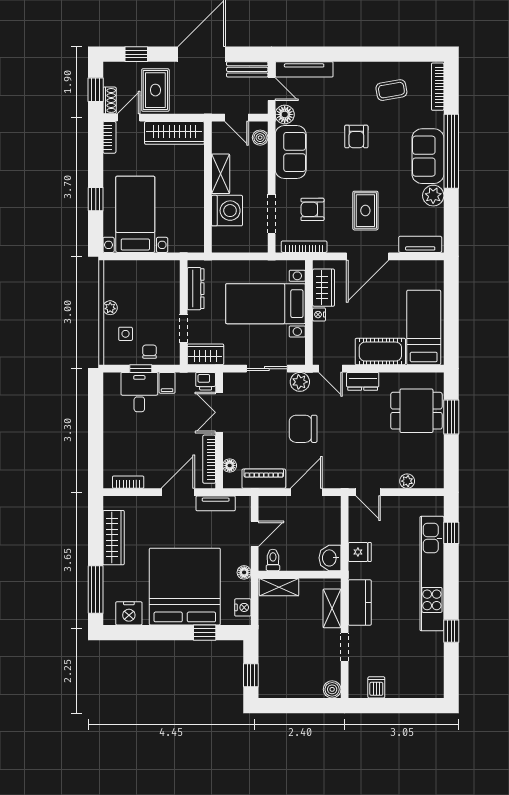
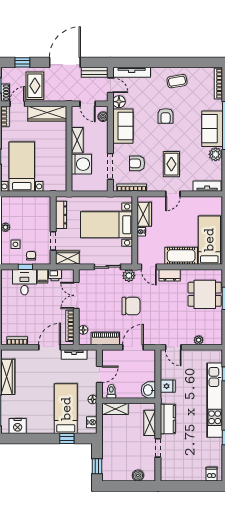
coffee table: (391, 90) -> (177, 81), moved
door: (368, 256) -> (173, 194), width x0.53
printer: (206, 381) -> (55, 275), moved
chair: (303, 429) -> (131, 306), turned 180
bed: (185, 587) -> (66, 409), width x0.49
dishwasher: (376, 687) -> (212, 474), moved
boiler: (332, 689) -> (138, 475), moved

